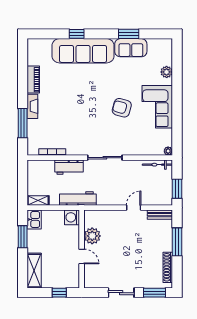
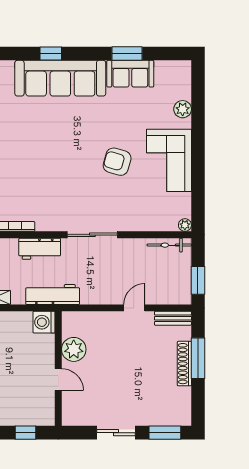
shoe rack: (168, 267) -> (184, 364), moved

